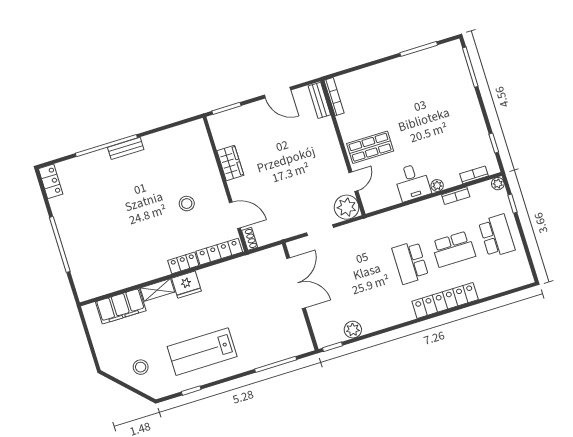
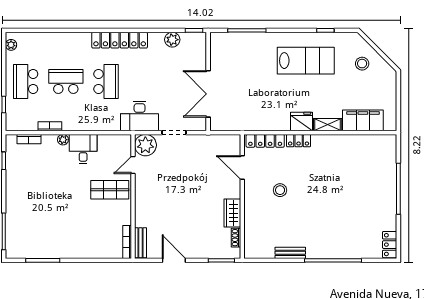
bench: (126, 148) -> (290, 253), moved
plant: (498, 184) -> (11, 45), moved
desk: (363, 236) -> (140, 116), added
shoe rack: (250, 239) -> (236, 238), moved
locker: (445, 300) -> (120, 40), moved

